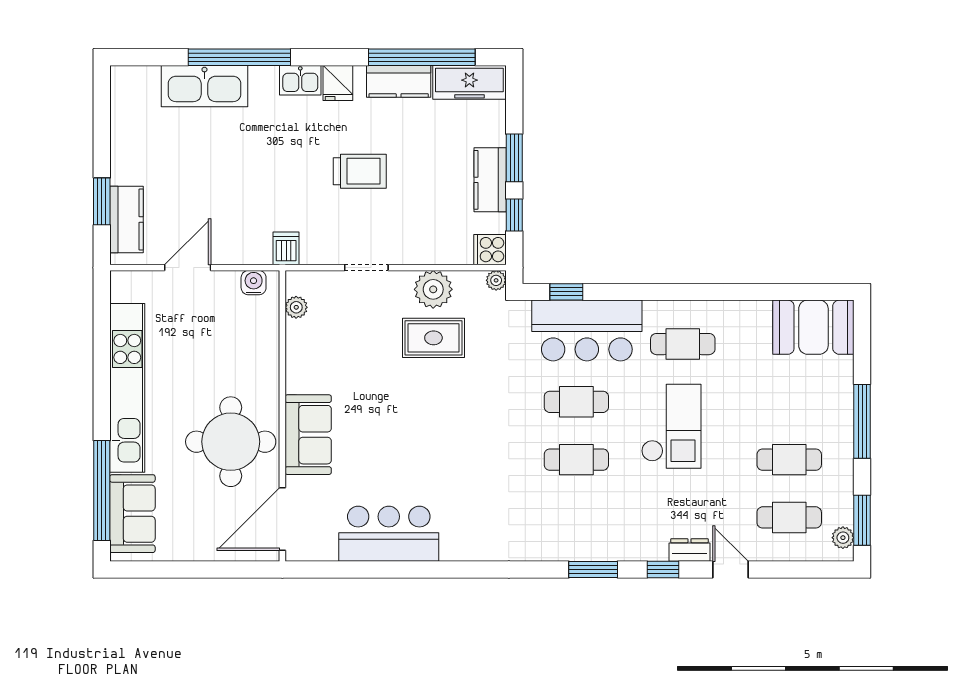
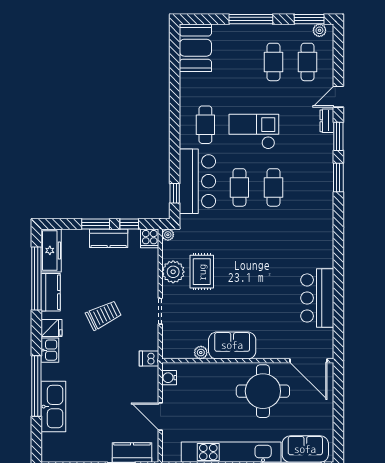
trolley: (360, 171) -> (104, 315), turned 64
plant: (296, 307) -> (201, 353), moved
sofa: (308, 435) -> (232, 345), moved
window: (663, 570) -> (338, 136), width x1.50

